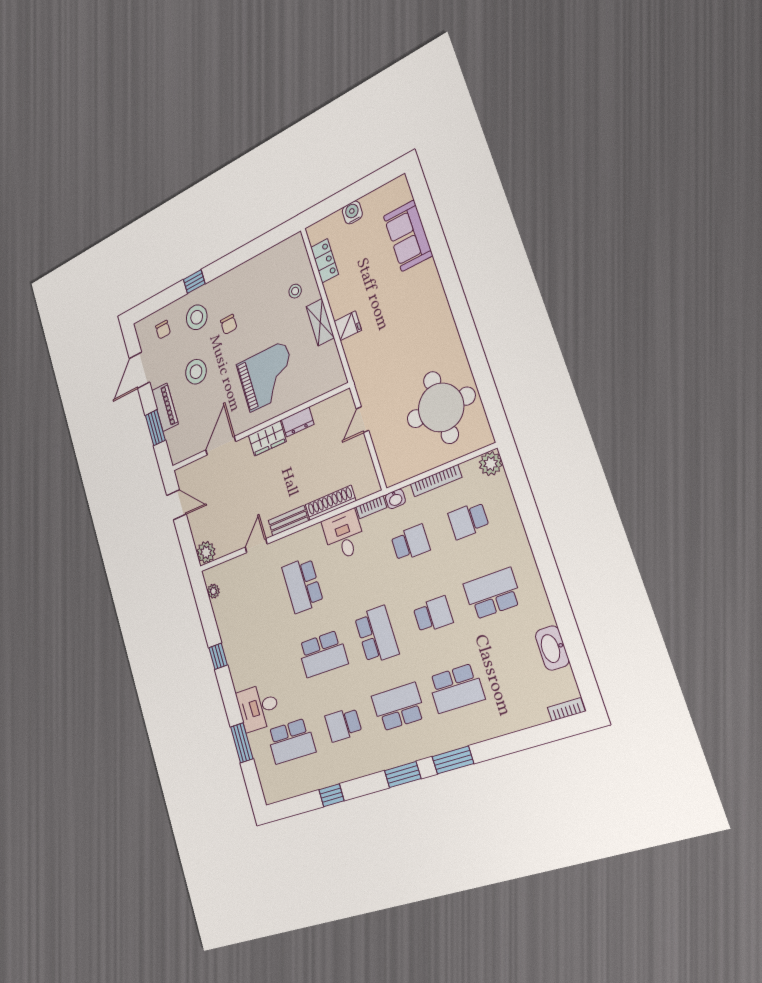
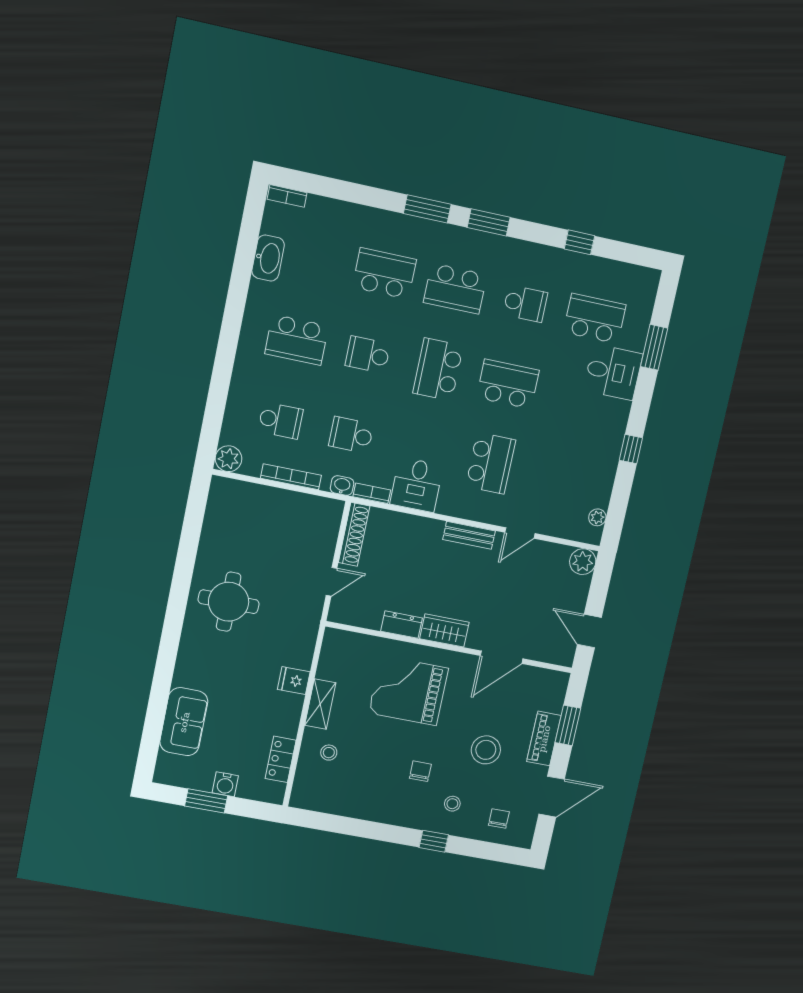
window: (359, 190) -> (206, 801), added
stool: (197, 317) -> (452, 804), width x0.53, depth x0.53
round table: (441, 407) -> (229, 602), moved, width x0.73, depth x0.73
shoe rack: (330, 503) -> (354, 534), moved, turned -90

